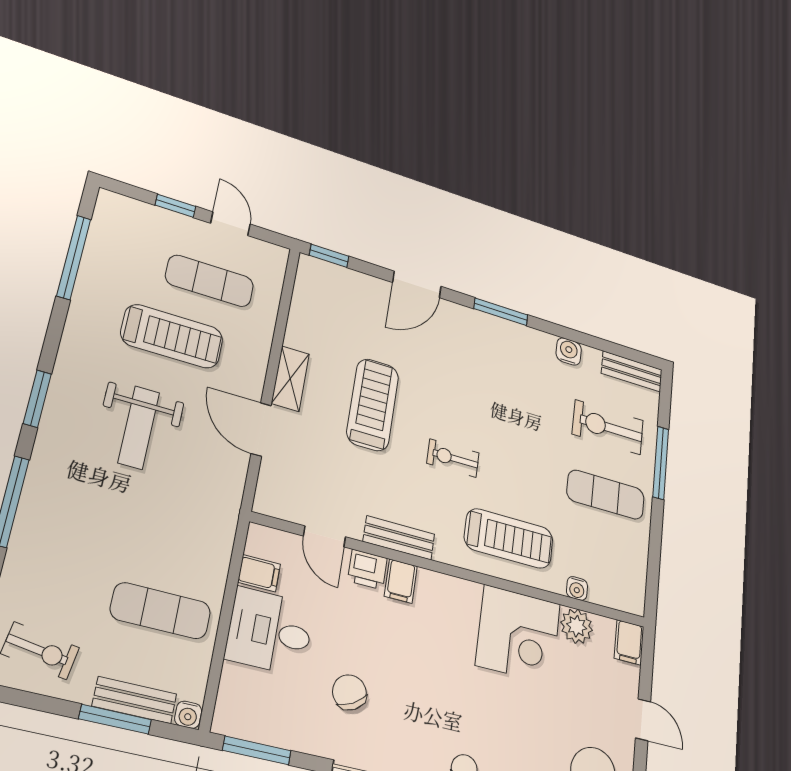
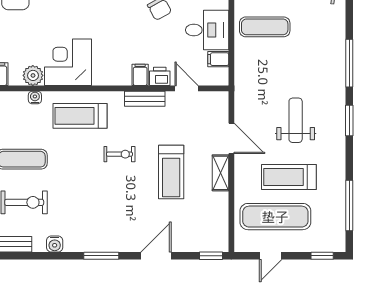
window: (175, 206) -> (322, 256), moved
door: (230, 224) -> (271, 256), hinge flipped
exercise mat: (210, 281) -> (275, 217), width x1.36, depth x1.45

